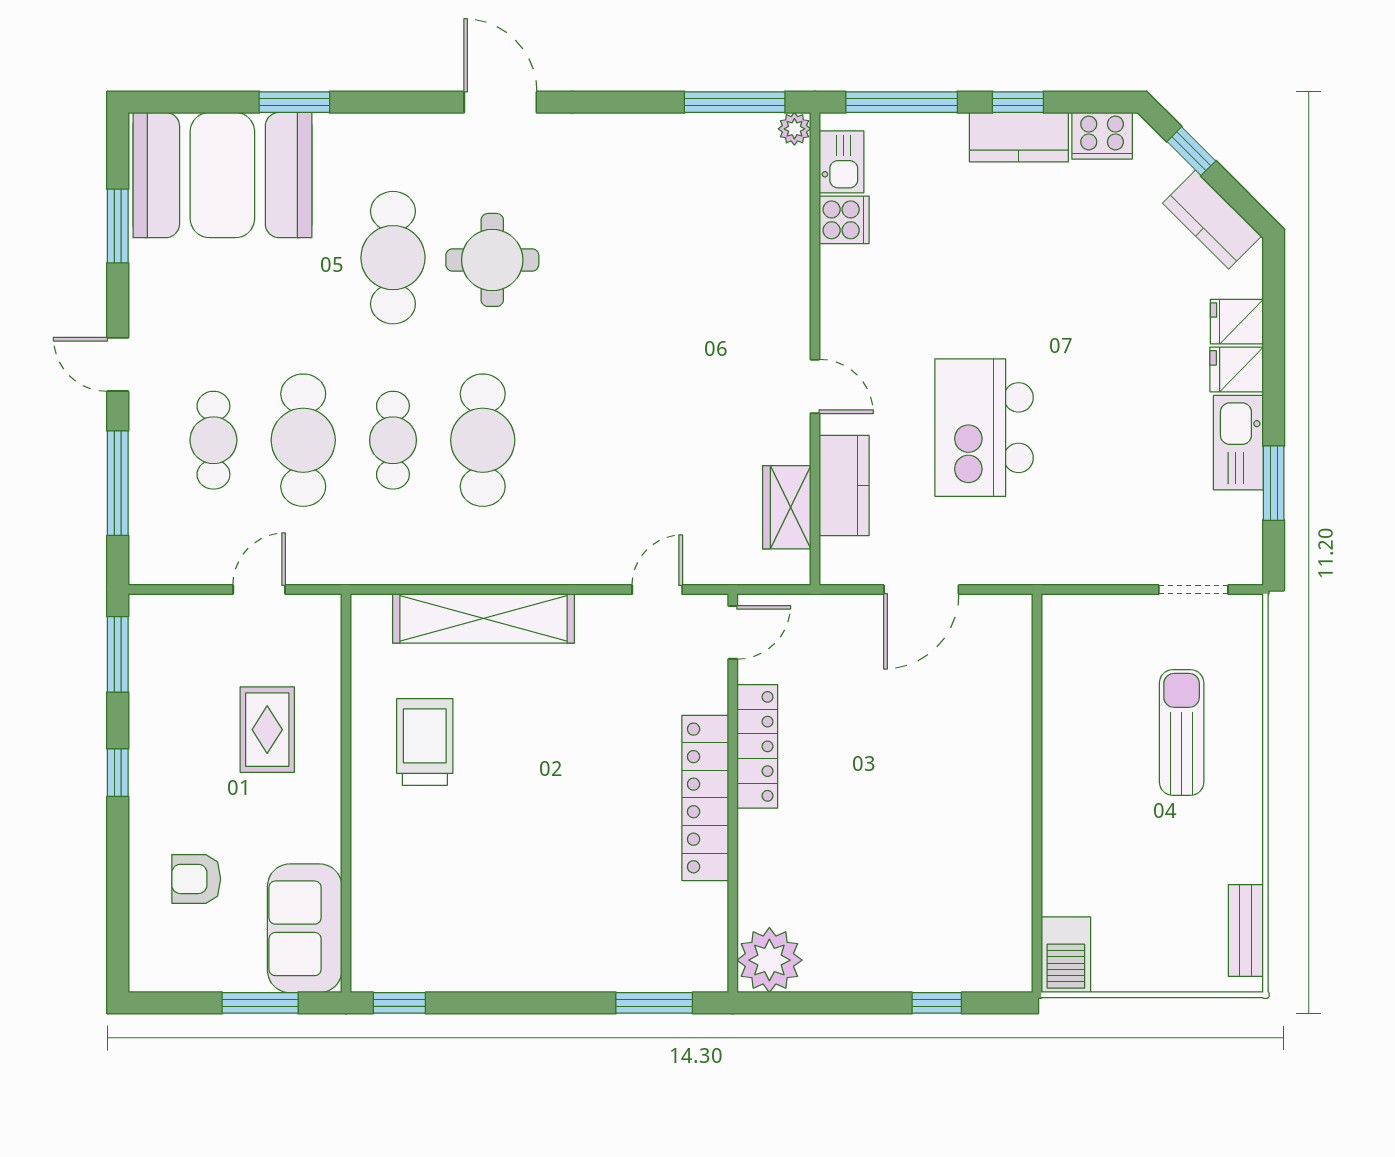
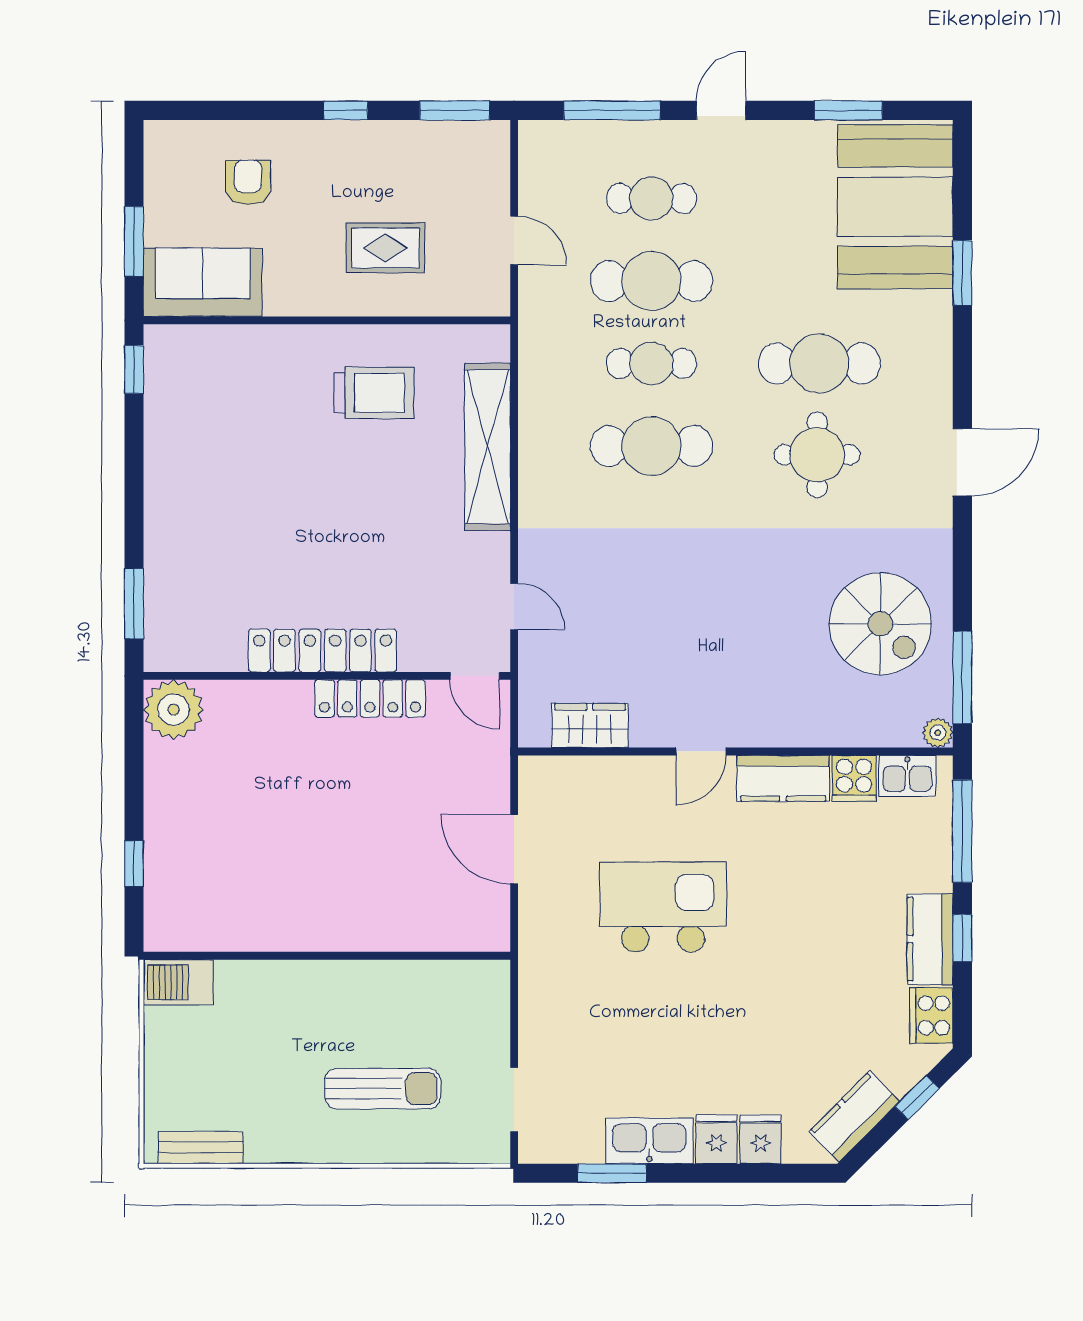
spiral stairs: (676, 191) -> (880, 624), added
kitchen counter: (844, 485) -> (783, 778), moved

